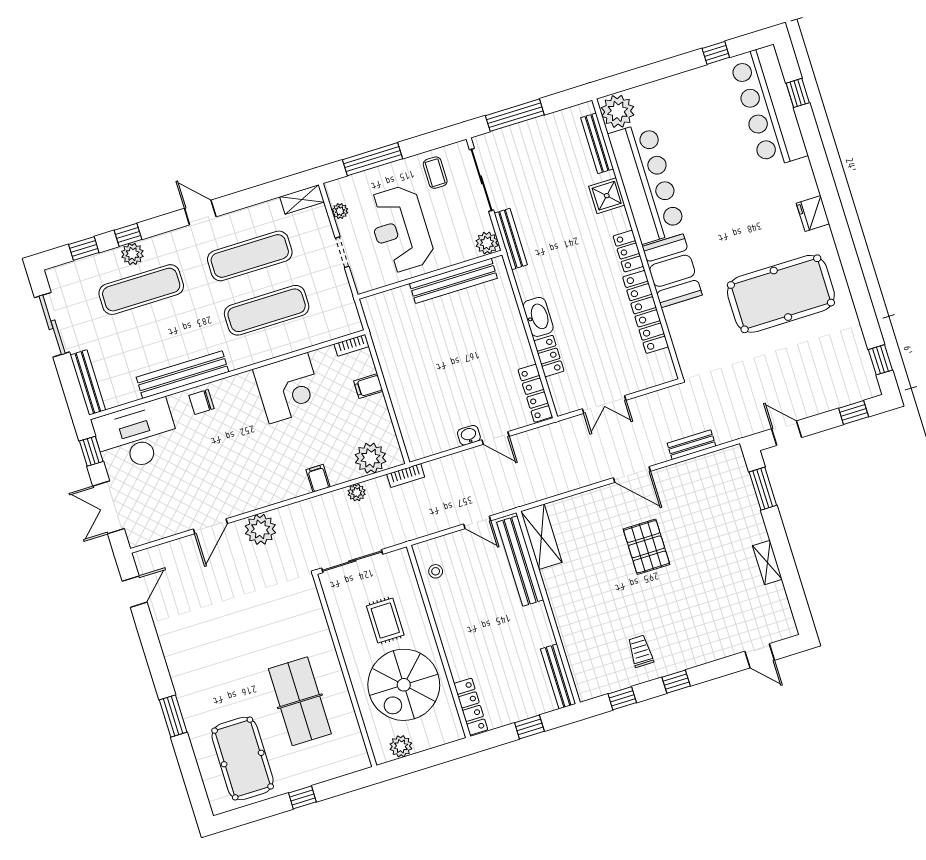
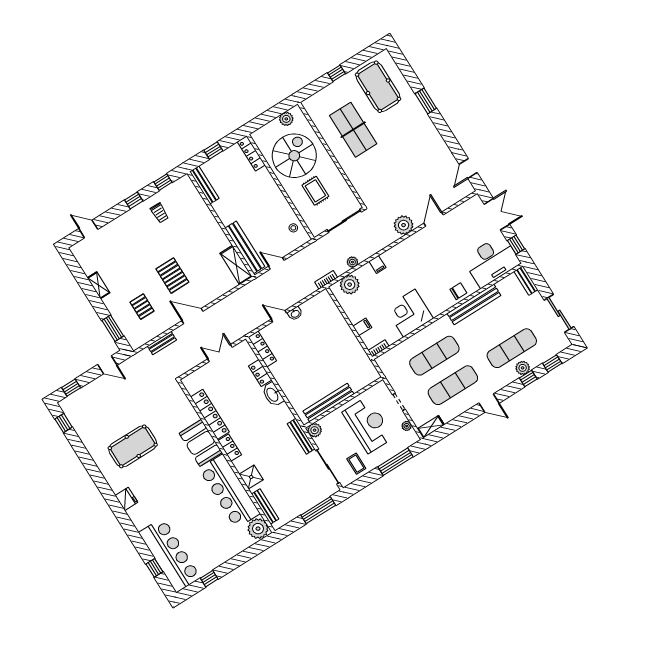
pool table: (781, 294) -> (133, 446), width x0.73, depth x0.76
bench: (88, 382) -> (526, 281), width x0.73
pallet: (708, 511) -> (142, 307), added

